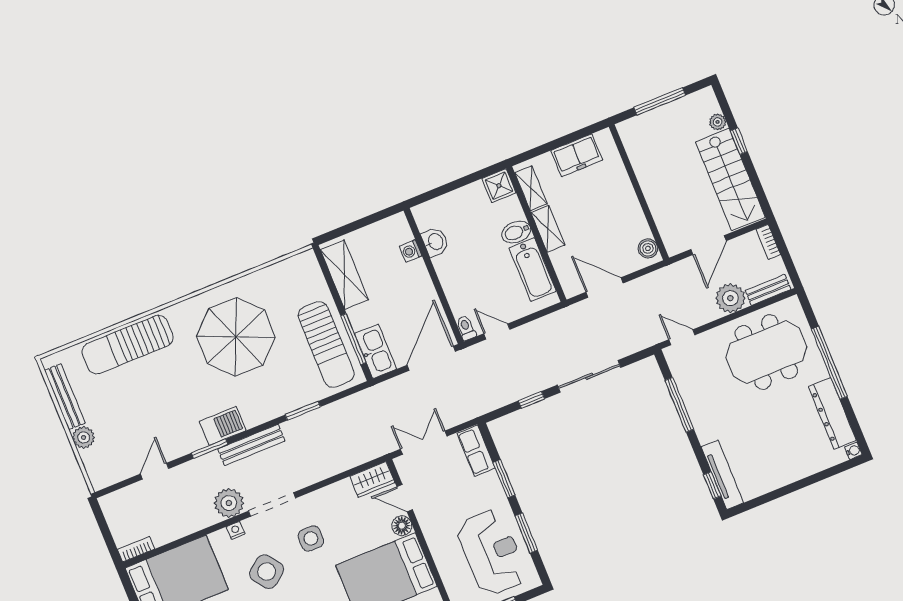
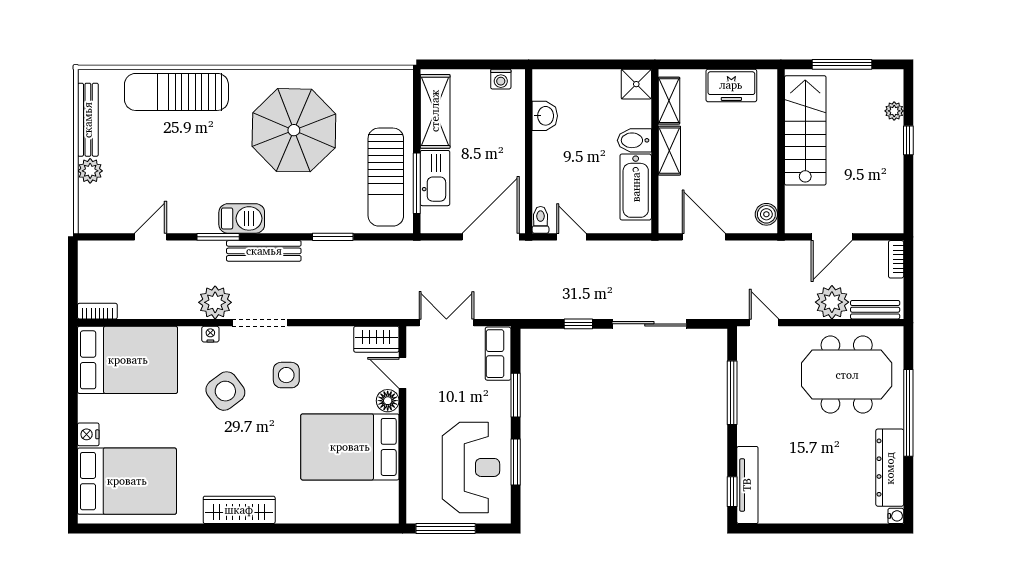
stairs: (730, 179) -> (805, 130), moved, turned 180
washing machine: (411, 251) -> (501, 79), moved, turned -90
kitchen sink: (376, 351) -> (435, 178), moved

